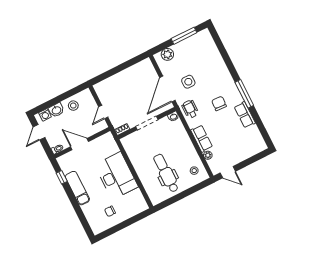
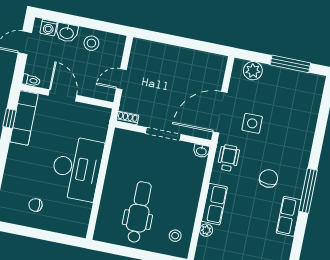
exam couch: (77, 188) -> (24, 118), moved

